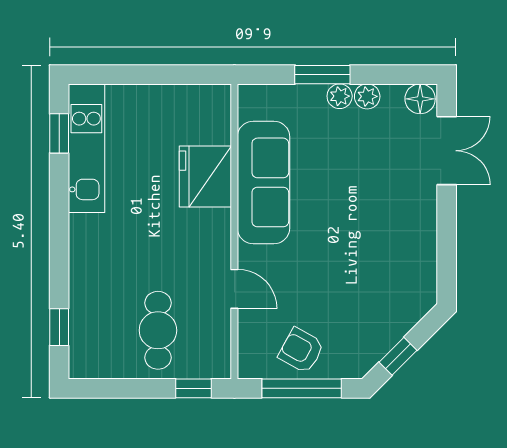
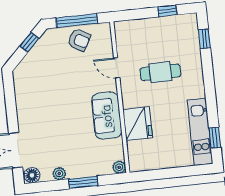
plant: (340, 96) -> (119, 167), moved
sofa: (264, 182) -> (107, 116), width x0.73
cafe table: (158, 330) -> (160, 72), moved, turned 90
window: (193, 388) -> (167, 11), moved

